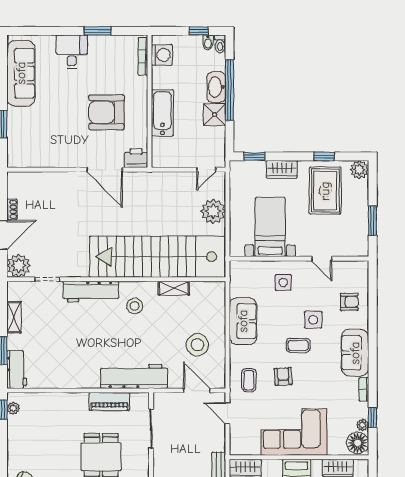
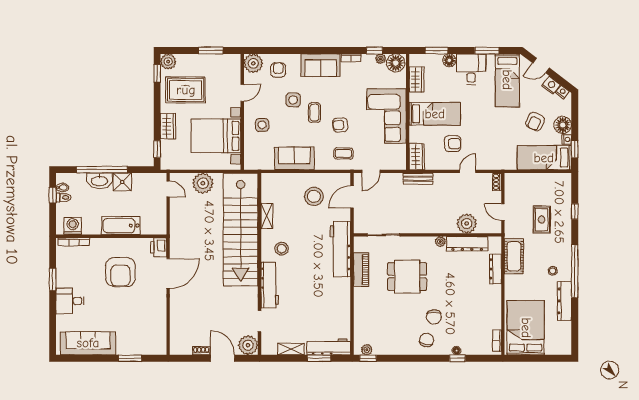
toilet: (220, 44) -> (63, 197), moved
window: (324, 156) -> (157, 73), moved
bed with nightstands: (270, 227) -> (216, 136), width x1.36
plant: (357, 272) -> (253, 63), added
workbench: (17, 370) -> (329, 347), width x1.38

